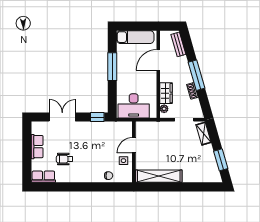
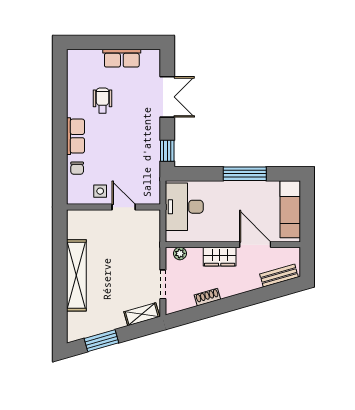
window: (196, 75) -> (232, 303), removed
wardrobe: (166, 93) -> (220, 257), moved
shelving: (159, 176) -> (76, 275), moved
row of seats: (43, 177) -> (75, 136), moved

